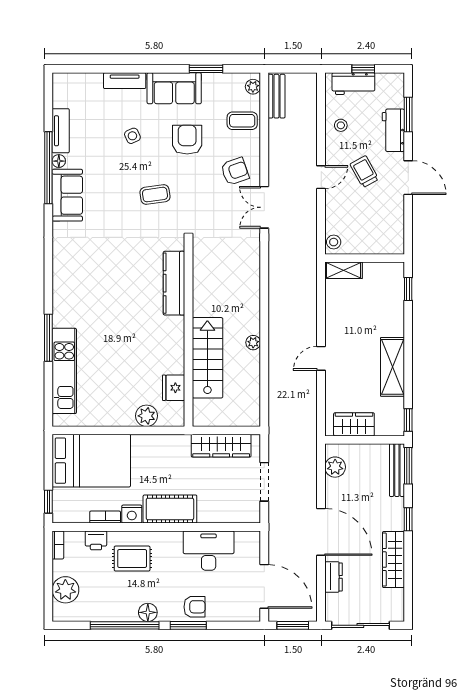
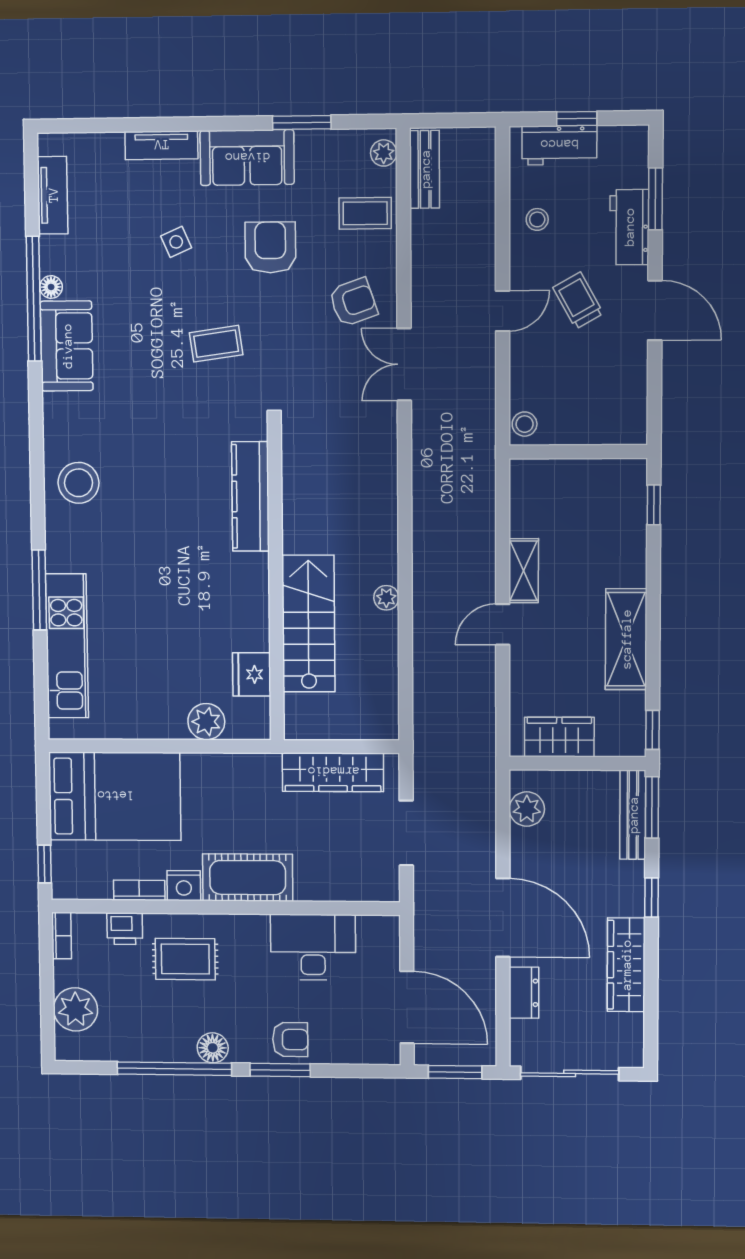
tv unit: (61, 131) -> (53, 195), moved
shelving: (343, 270) -> (524, 571), moved, turned 90
stool: (73, 275) -> (78, 483), added

